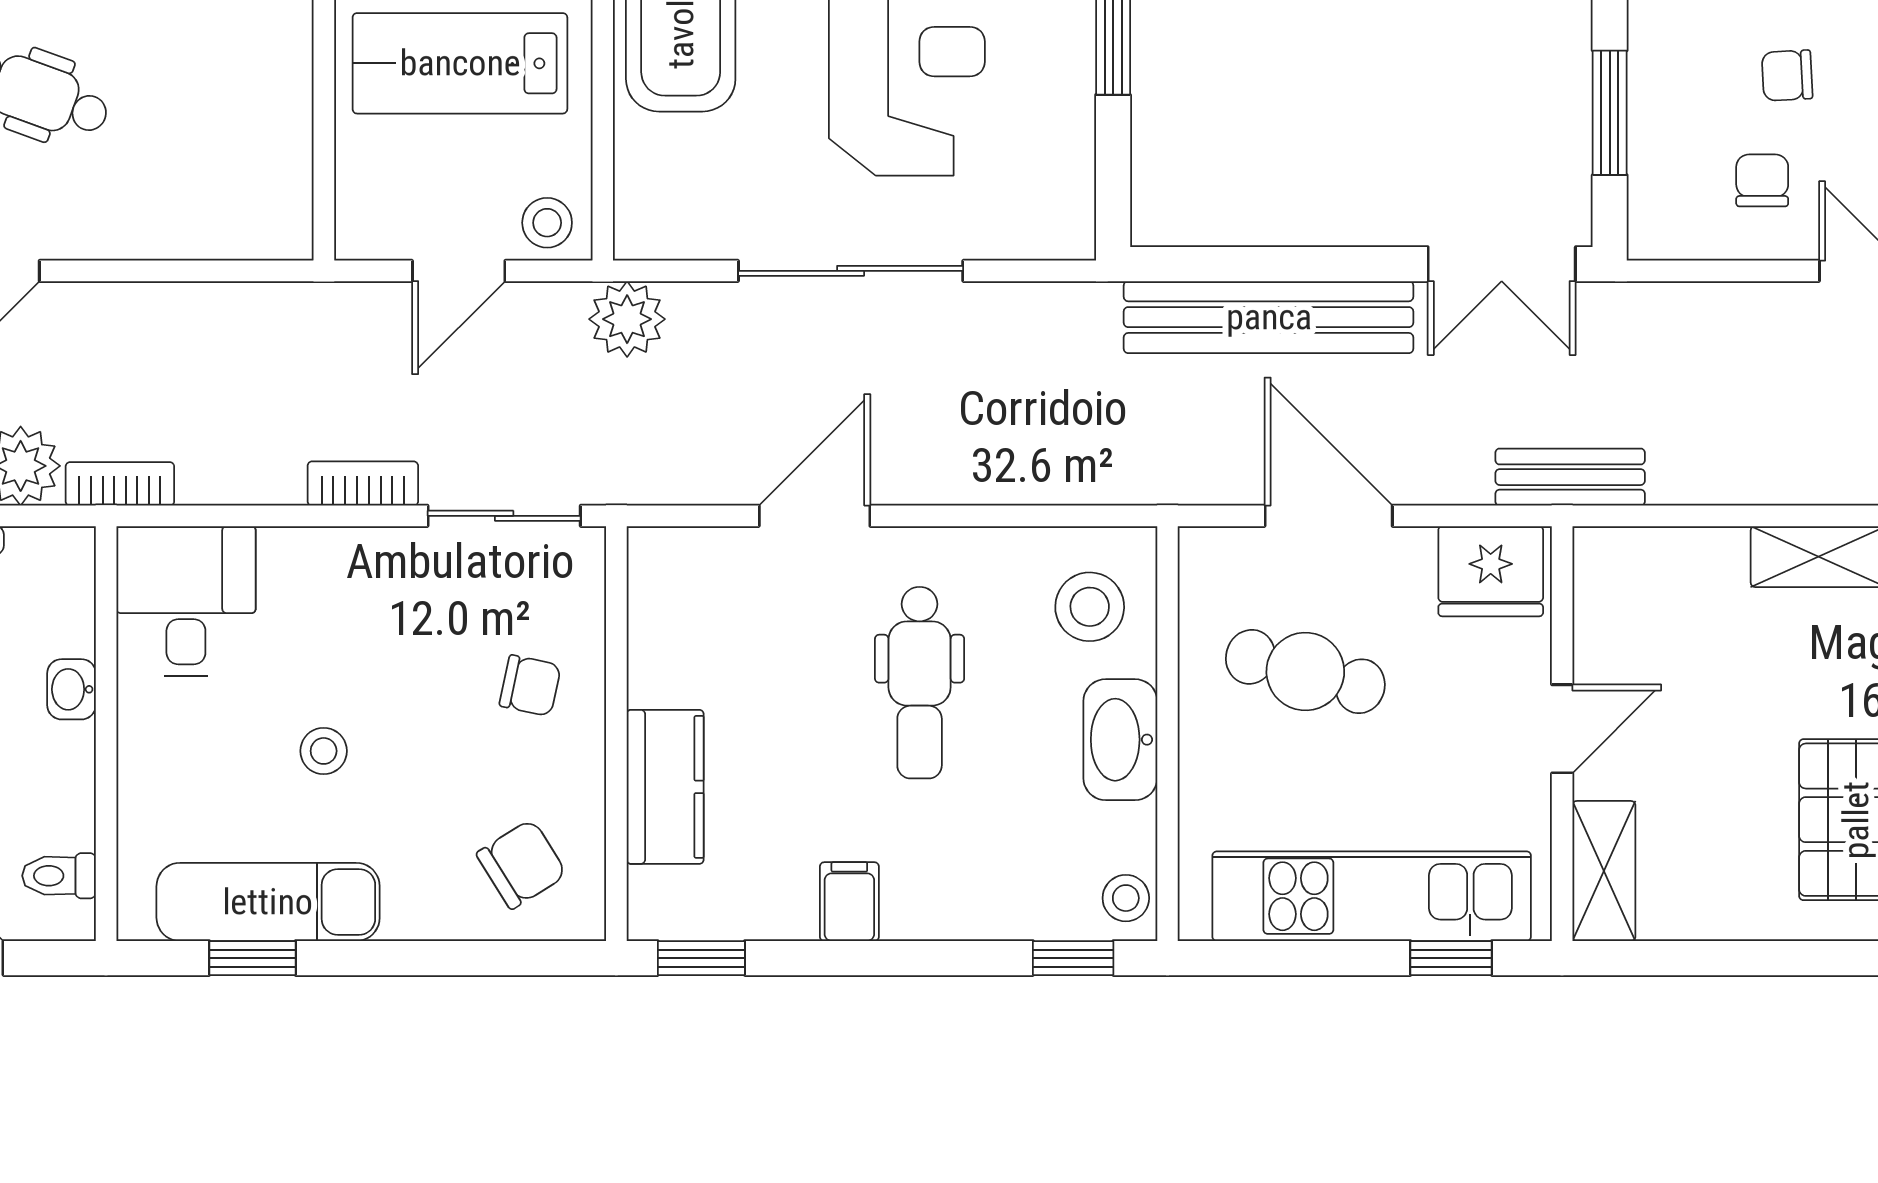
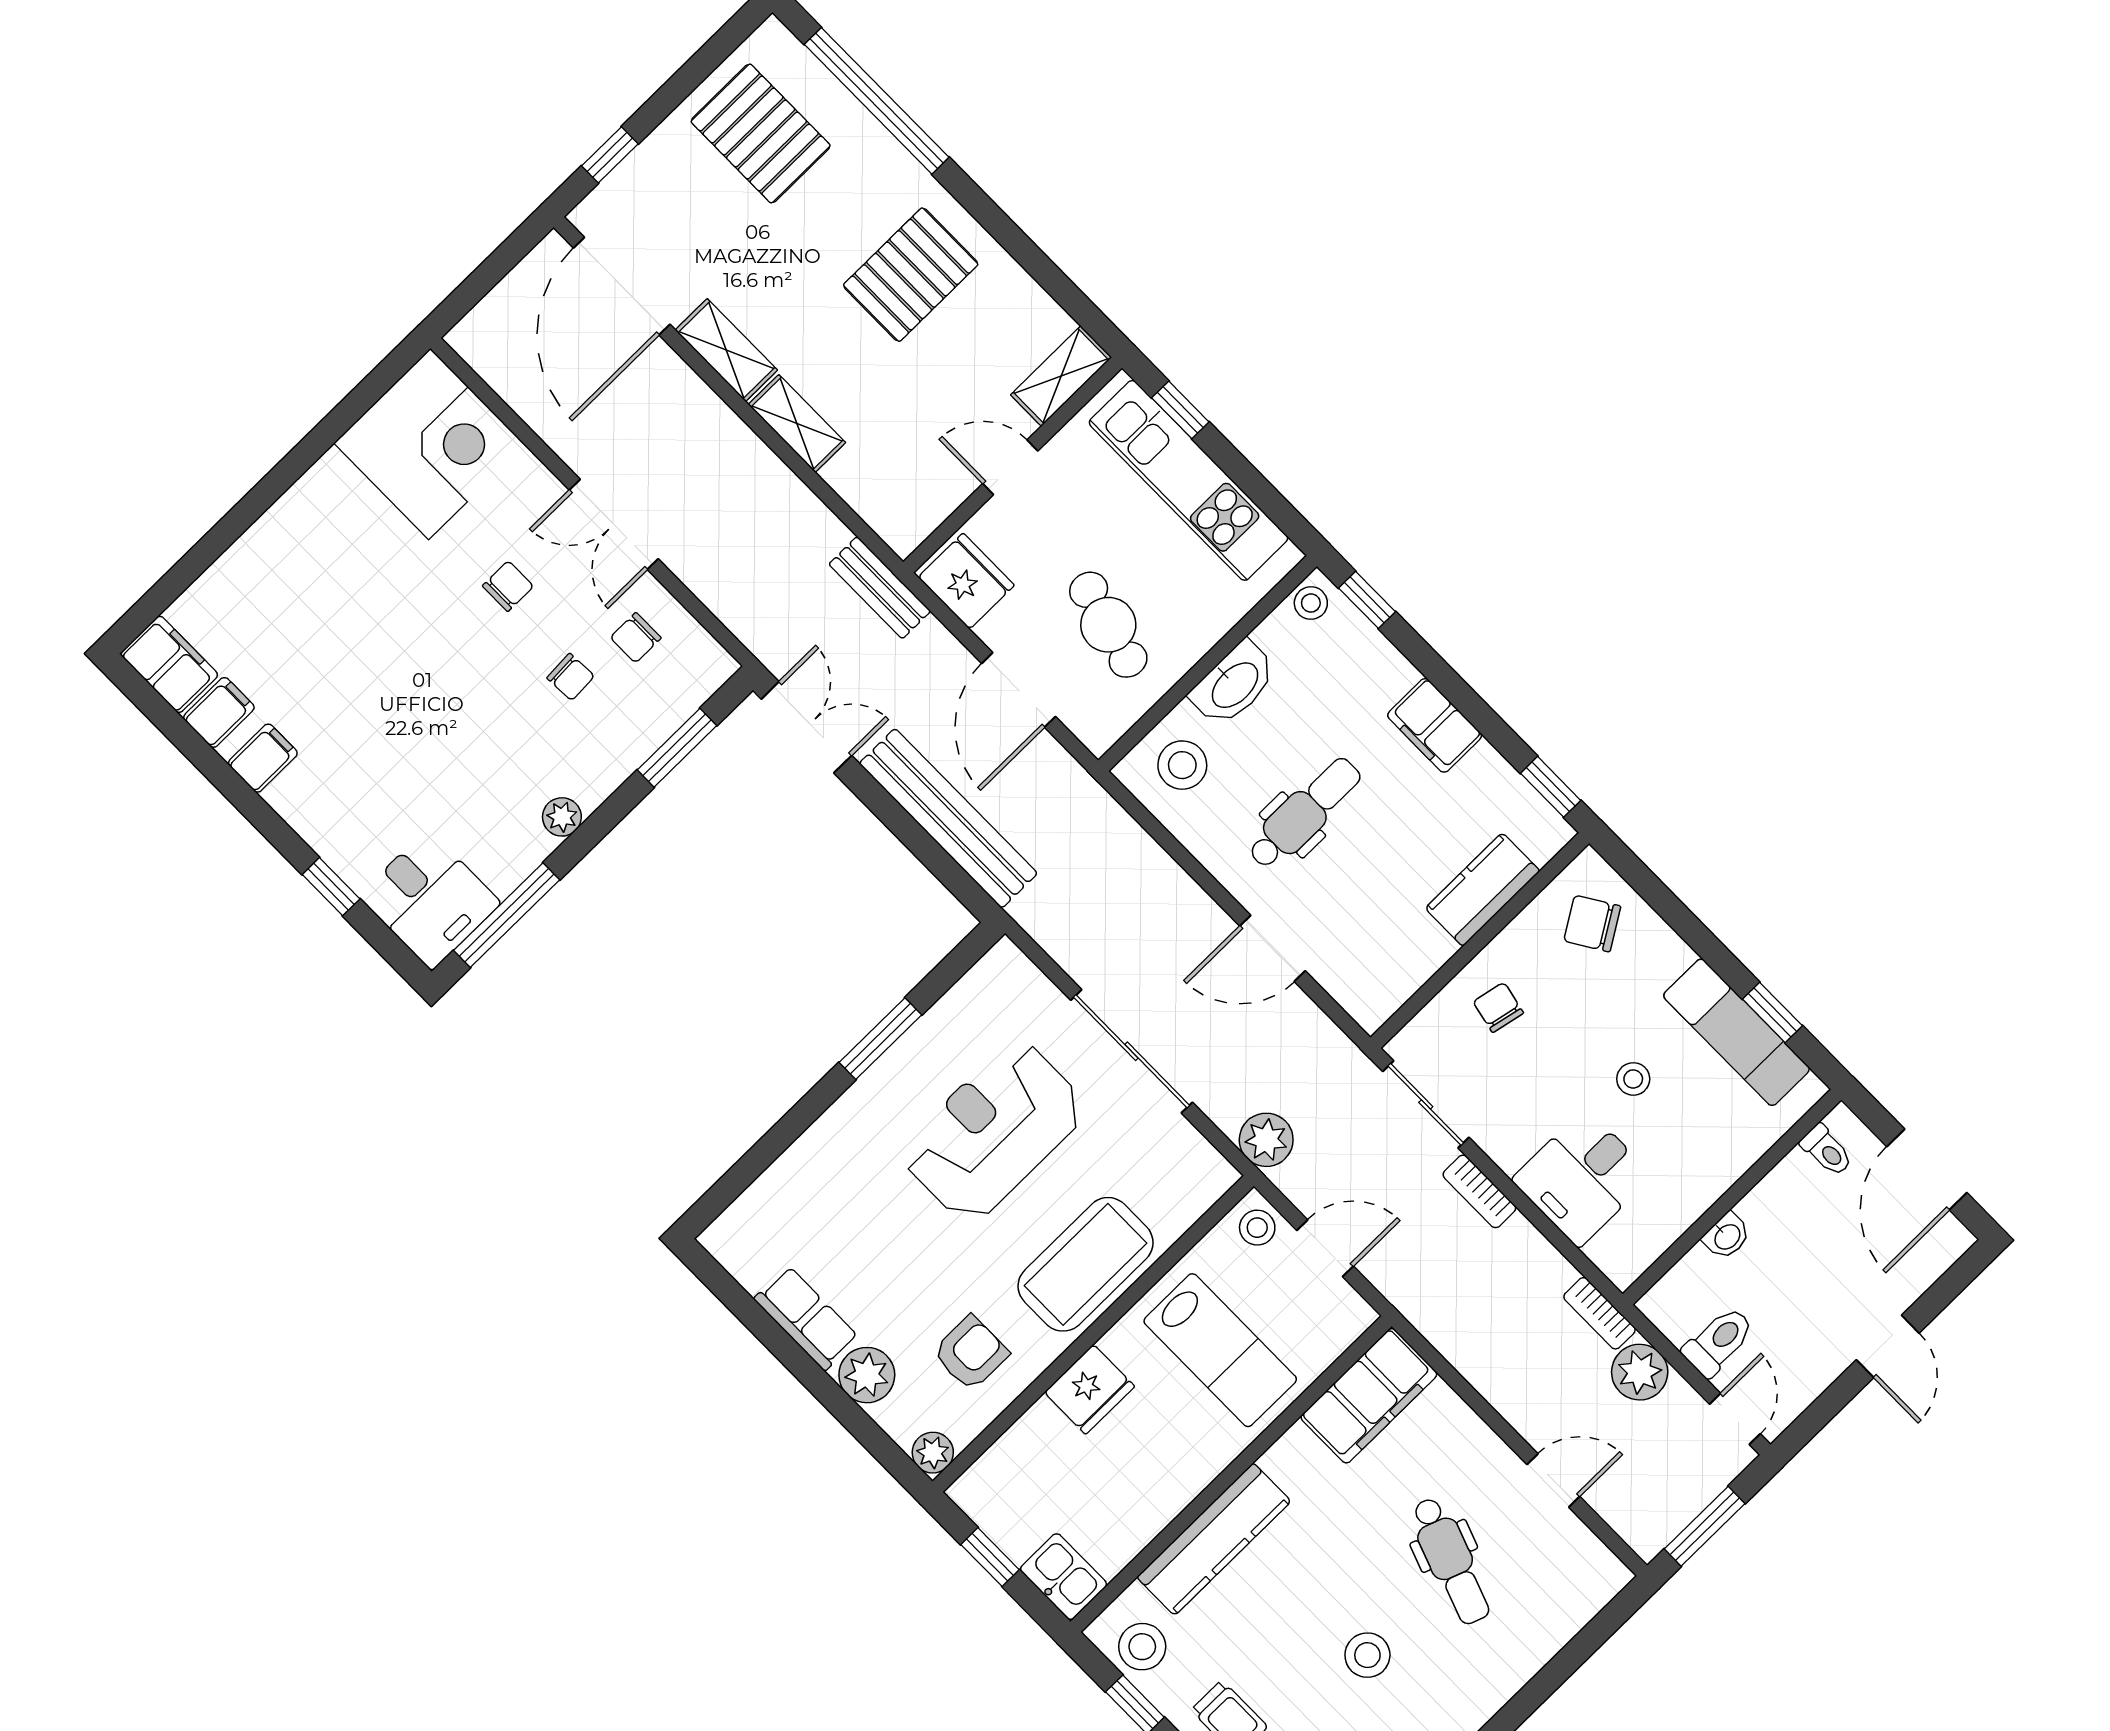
filing cabinet: (266, 169) -> (1369, 1396), added
desk: (186, 601) -> (1582, 1178), moved
filing cabinet: (849, 902) -> (1435, 725), width x2.00

